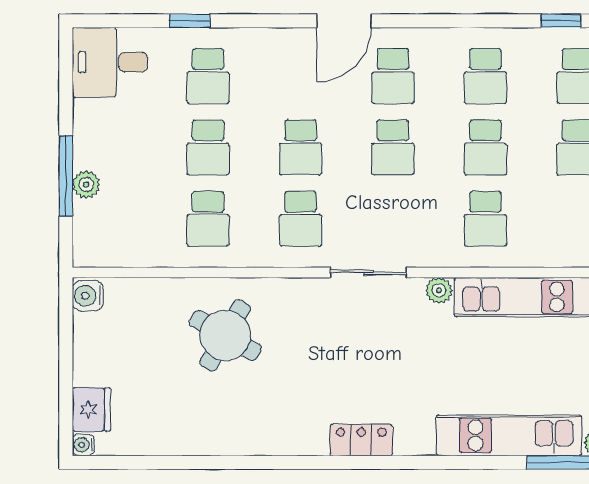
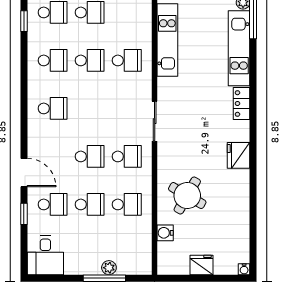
door: (344, 21) -> (24, 173), moved
school desk: (393, 147) -> (90, 108), removed
plant: (439, 290) -> (164, 85), removed
water cooler: (88, 296) -> (165, 233), moved, turned 90
fridge: (91, 409) -> (202, 265), moved
fridge: (303, 434) -> (239, 155), added
locker: (361, 440) -> (242, 103), moved

